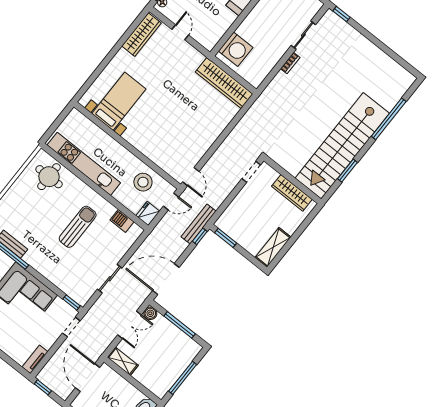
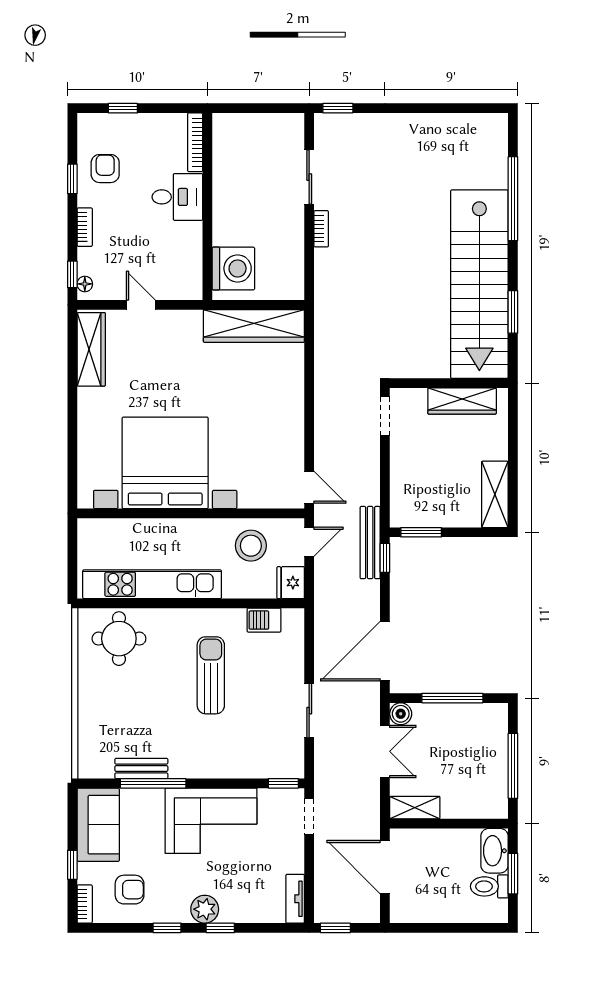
bed with nightstands: (119, 101) -> (165, 463), width x1.85

